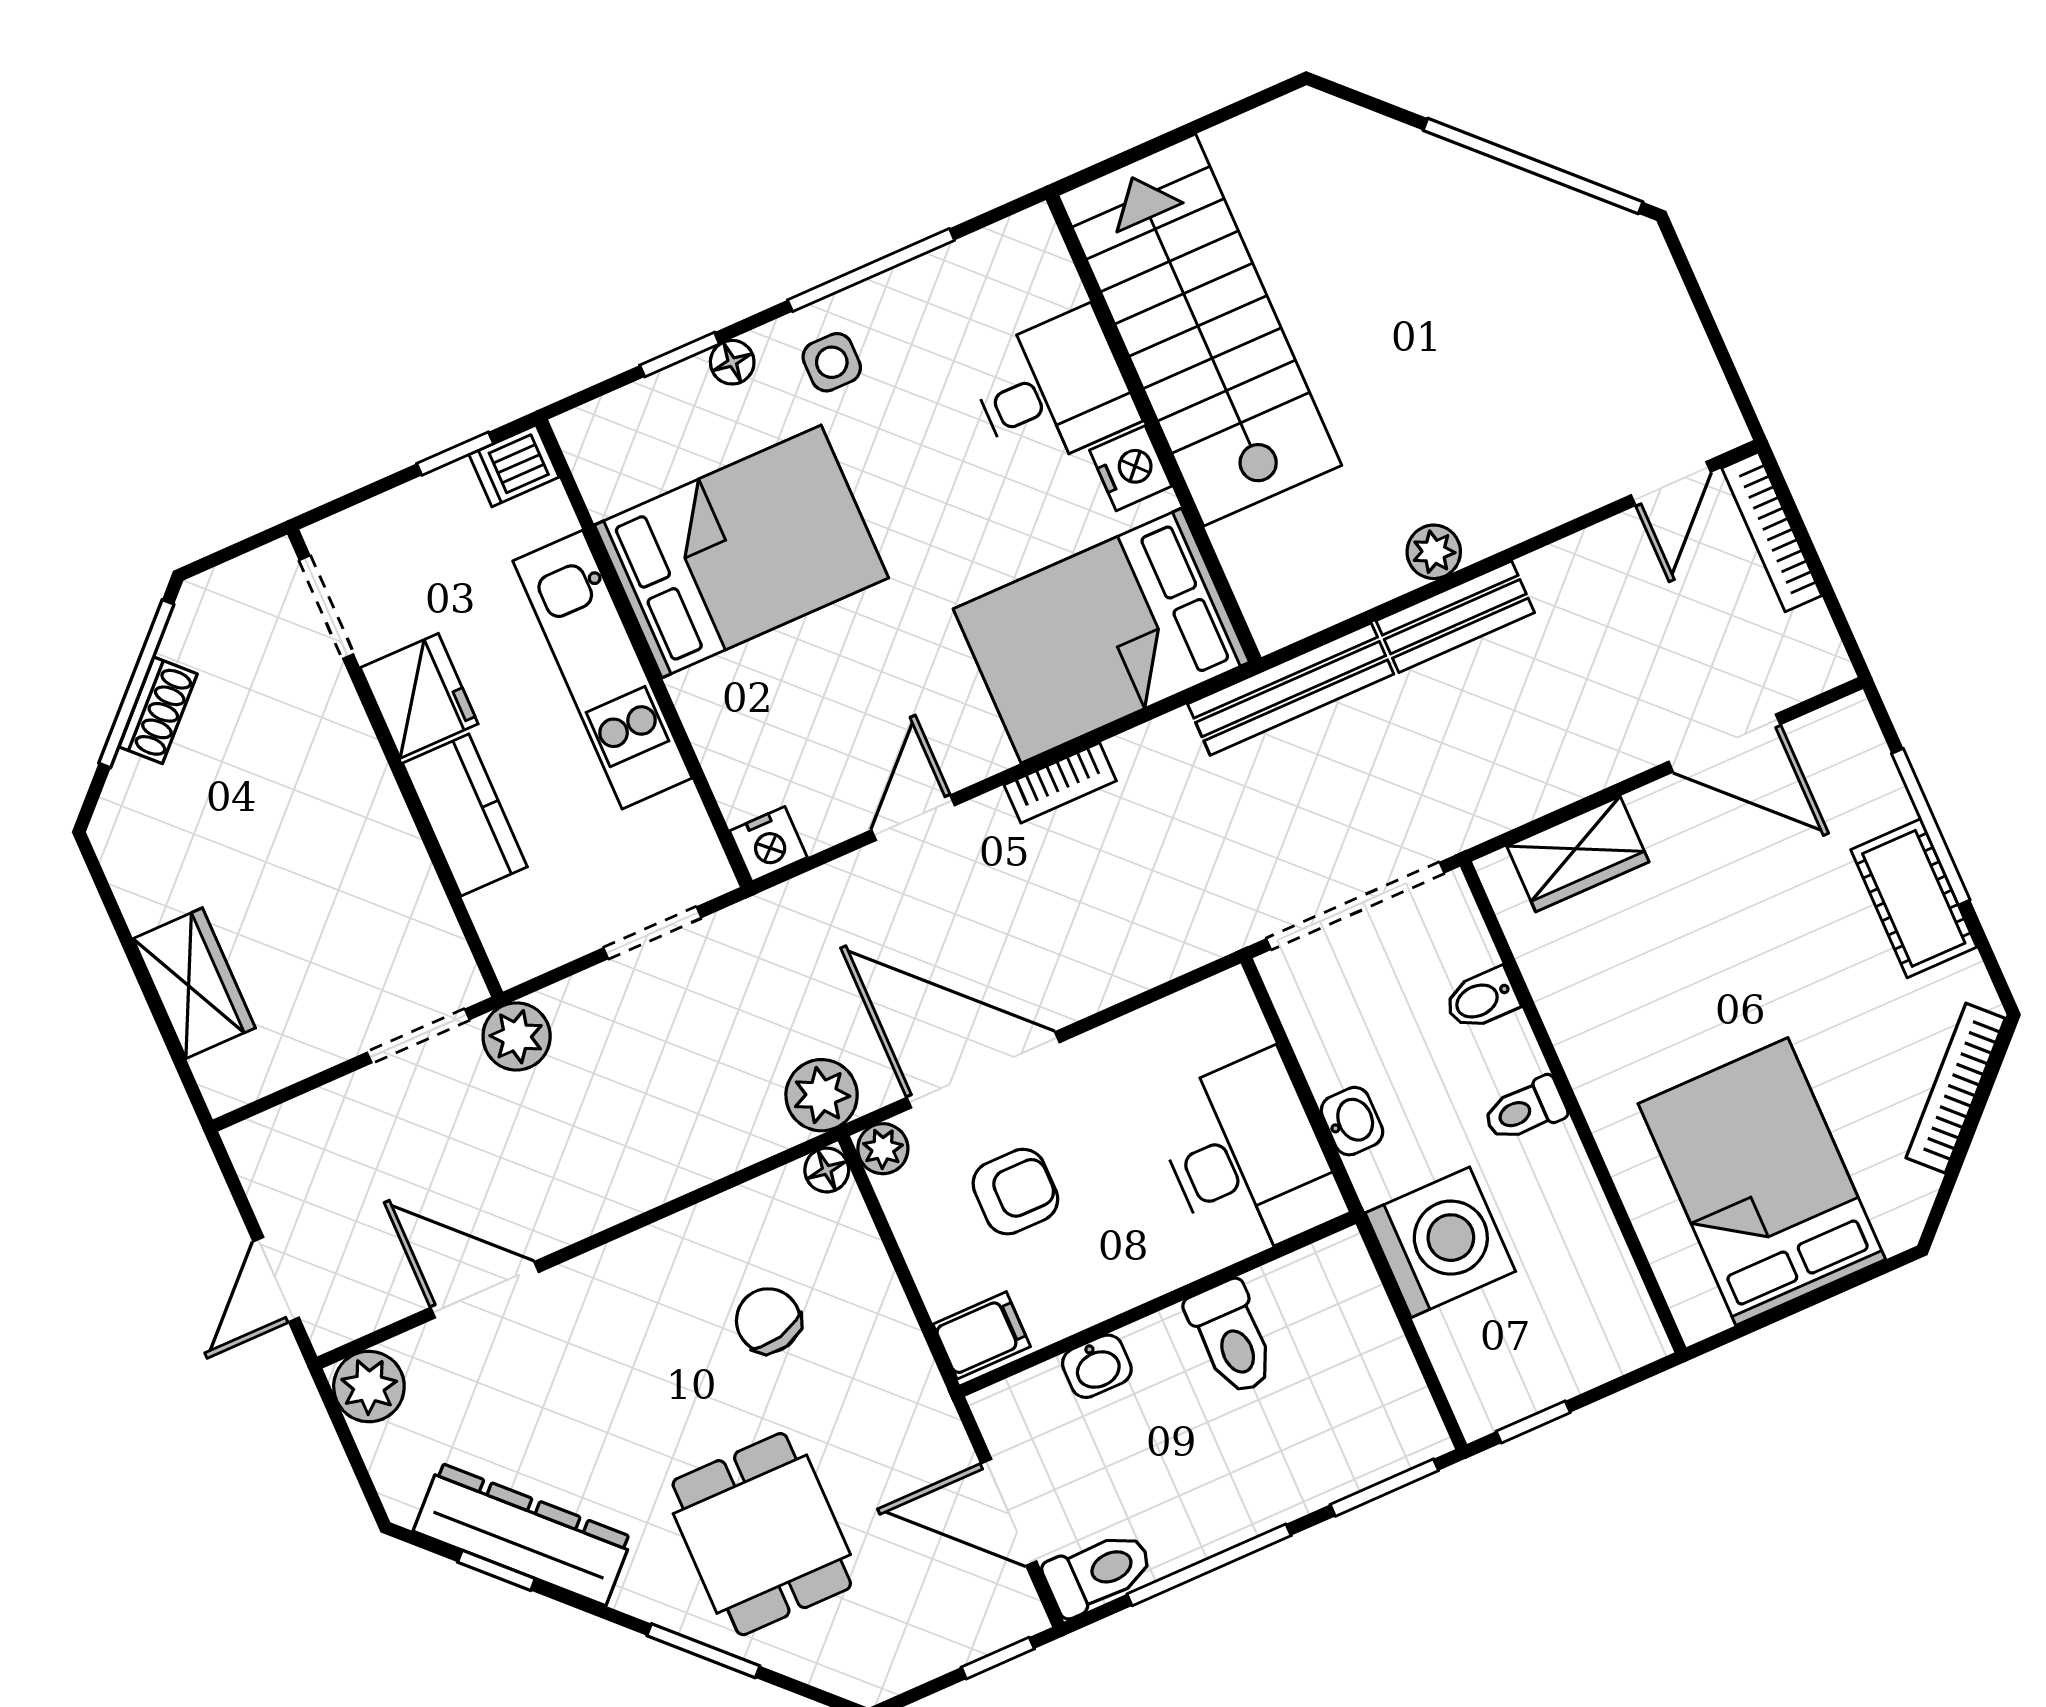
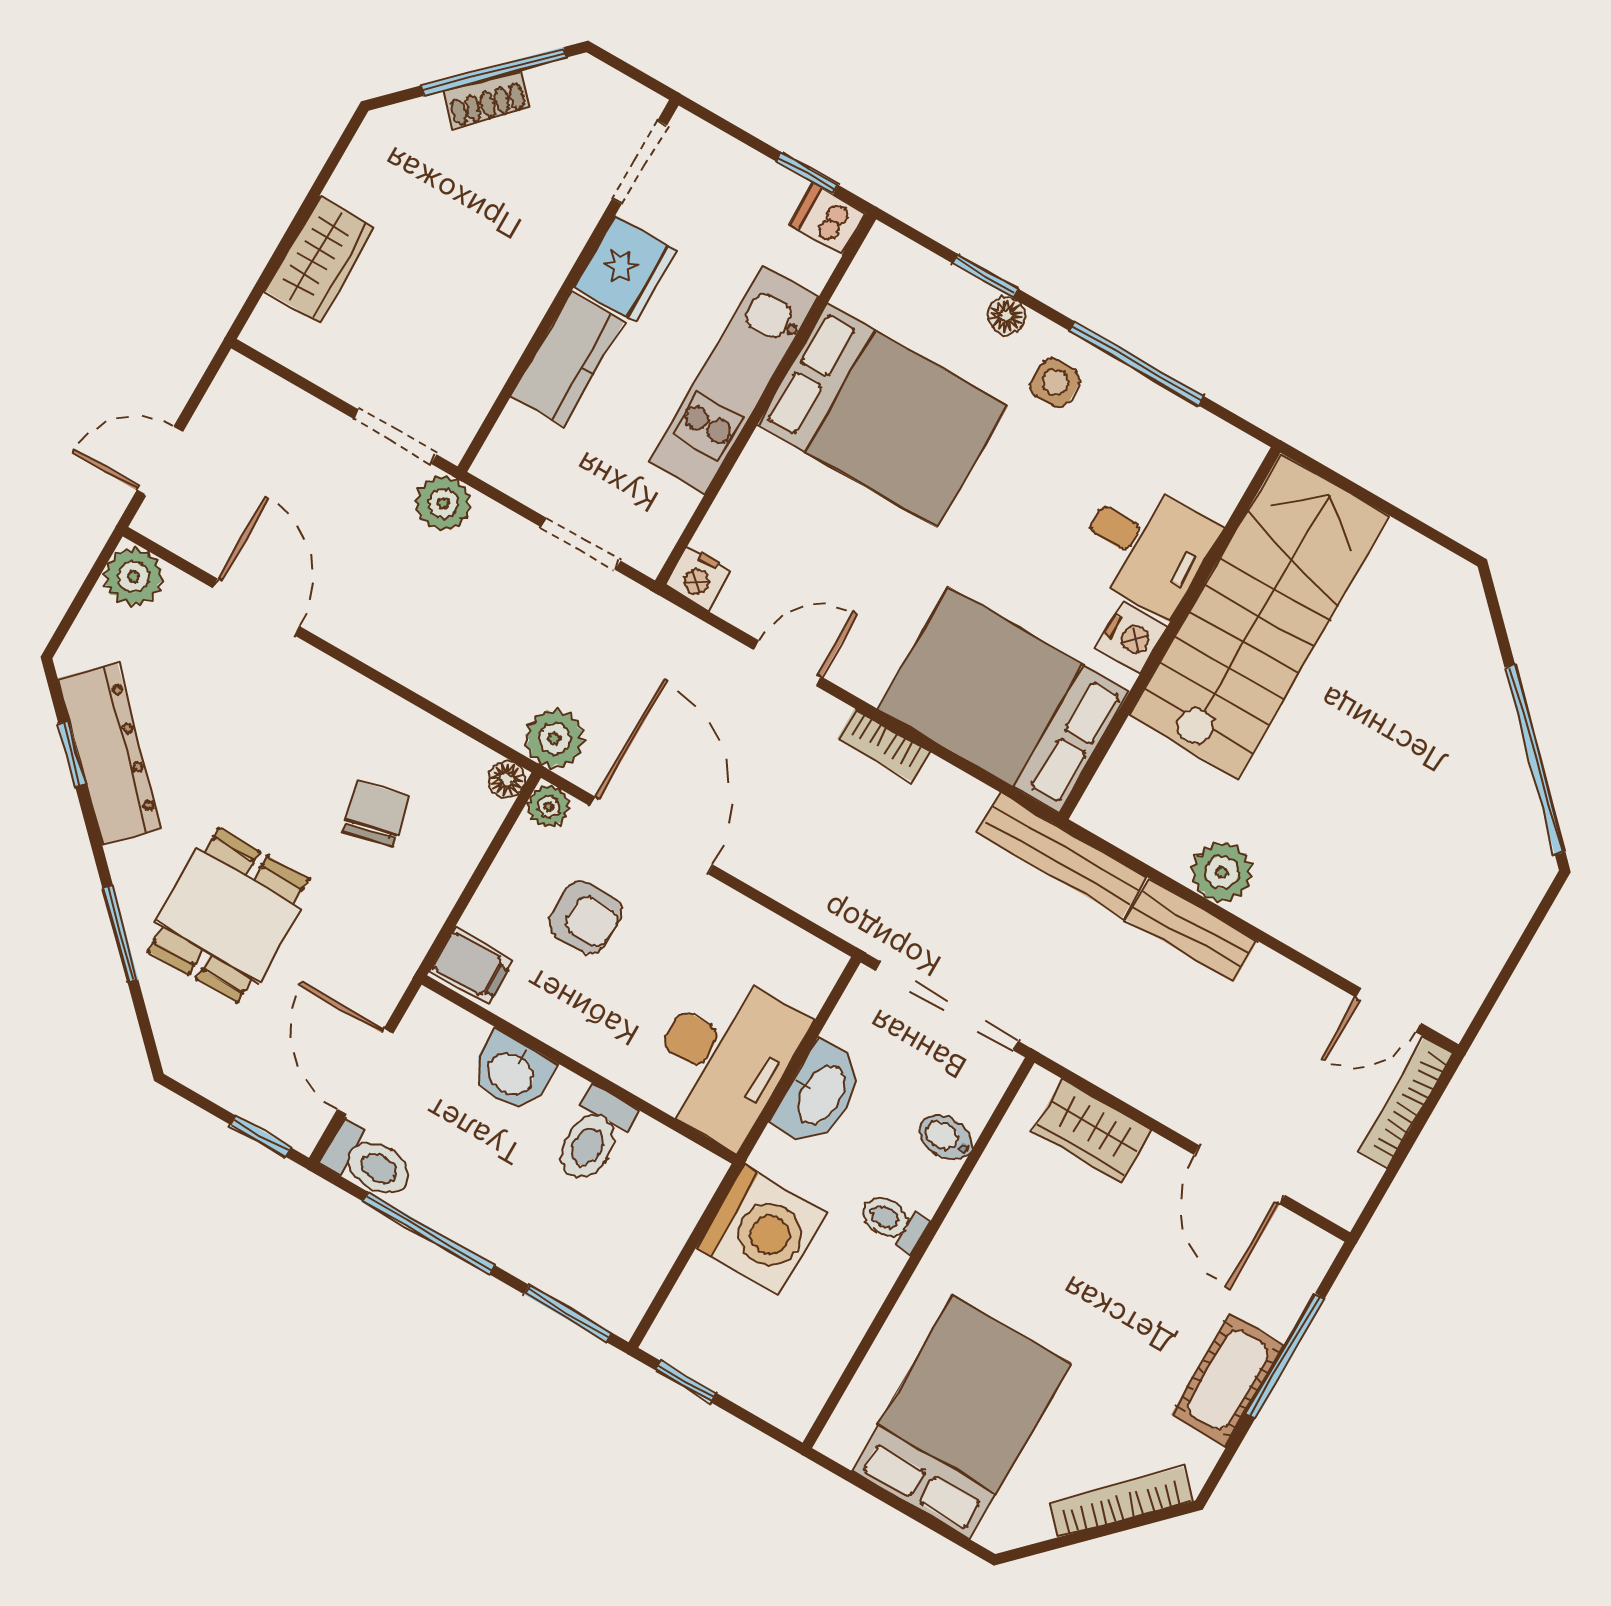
plant: (1434, 552) -> (1222, 872), width x1.38, depth x1.38
washbasin: (1352, 1121) -> (820, 1094), width x1.91, depth x1.45
washbasin: (1097, 1366) -> (511, 1072), width x1.38, depth x1.45

